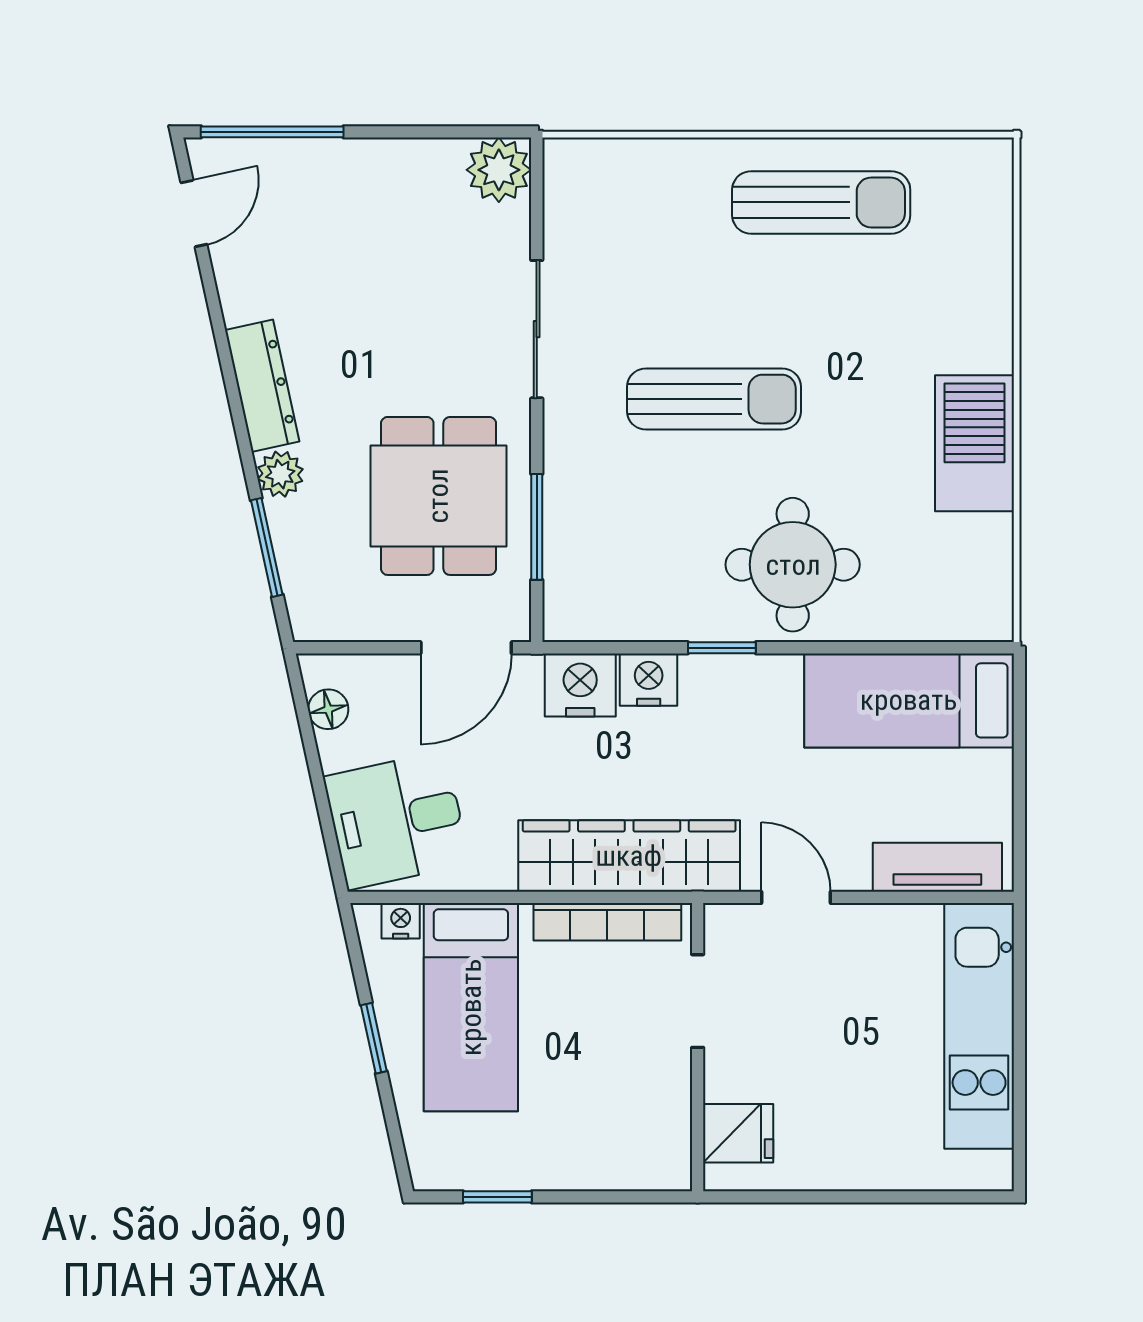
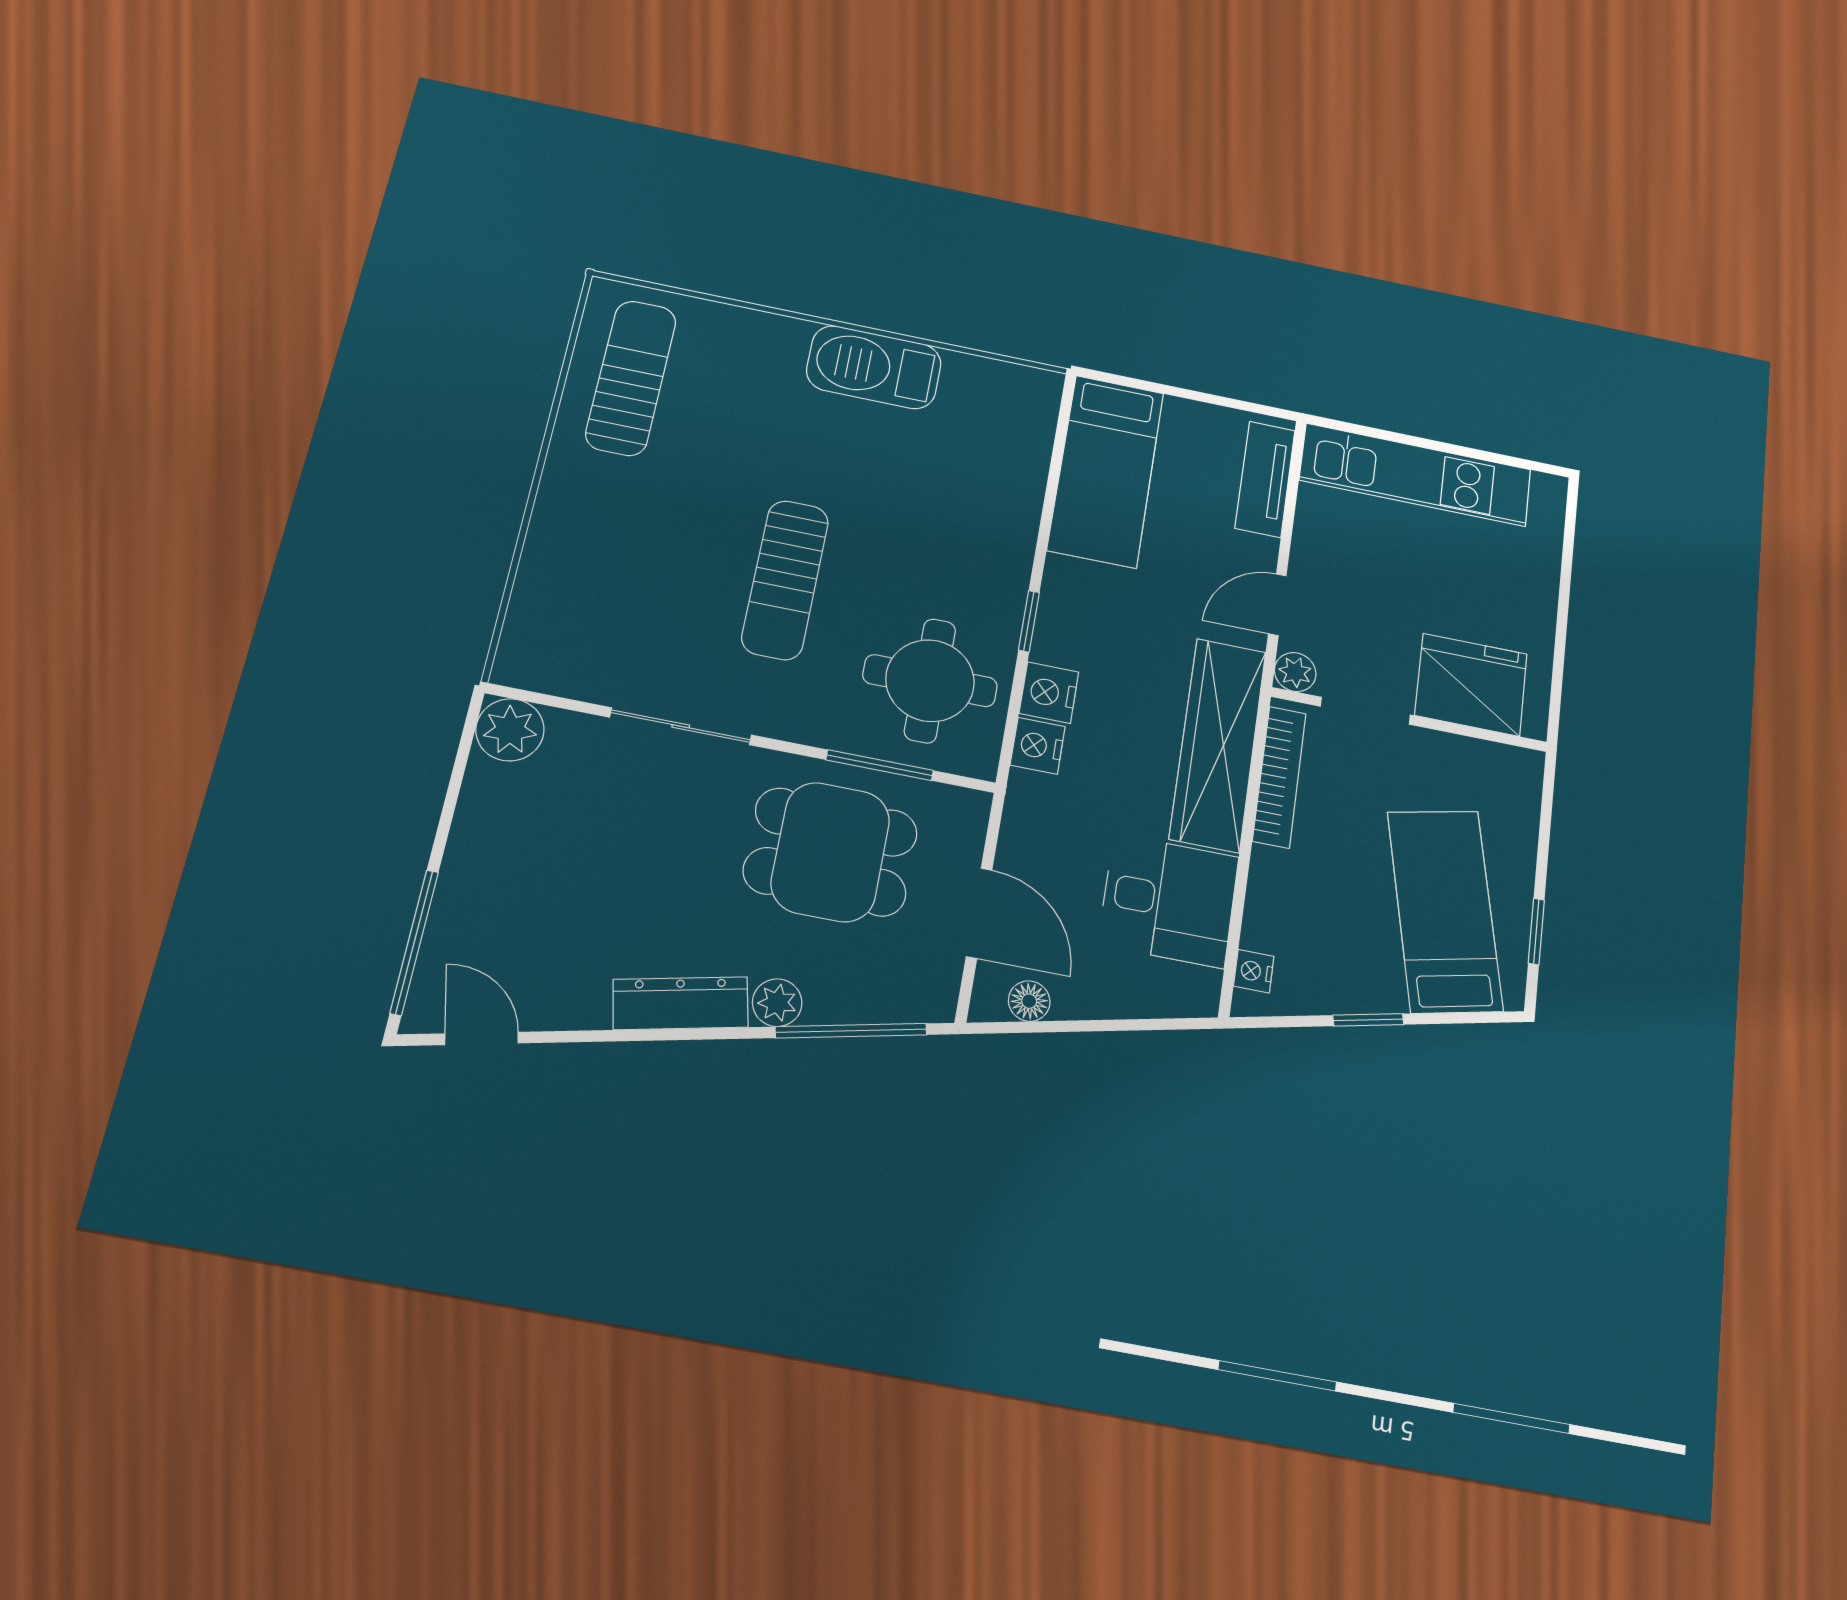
sun lounger: (821, 202) -> (631, 378), moved
sun lounger: (714, 399) -> (785, 580), turned 180
window: (267, 547) -> (851, 1031), width x1.44
round table: (793, 565) -> (930, 681), moved
door: (466, 648) -> (979, 913), moved
nightstand: (580, 685) -> (1038, 746), width x0.74, depth x0.75
desk: (397, 820) -> (1169, 901), moved, turned -78
plant: (725, 924) -> (1295, 672), added
bed: (471, 1007) -> (1445, 911), moved, turned -102
fridge: (738, 1133) -> (1471, 685), width x1.88, depth x1.34

